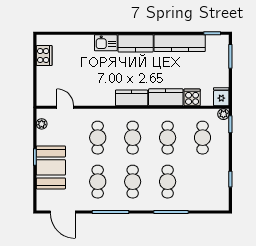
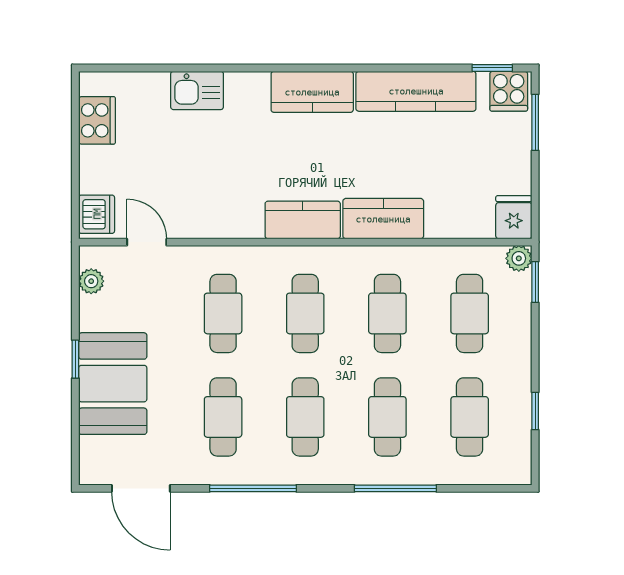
kitchen sink: (106, 43) -> (197, 90), moved
dishwasher: (44, 95) -> (97, 214), added
cooker: (192, 97) -> (509, 91), moved, turned 180
cafe table: (203, 182) -> (470, 417), added

